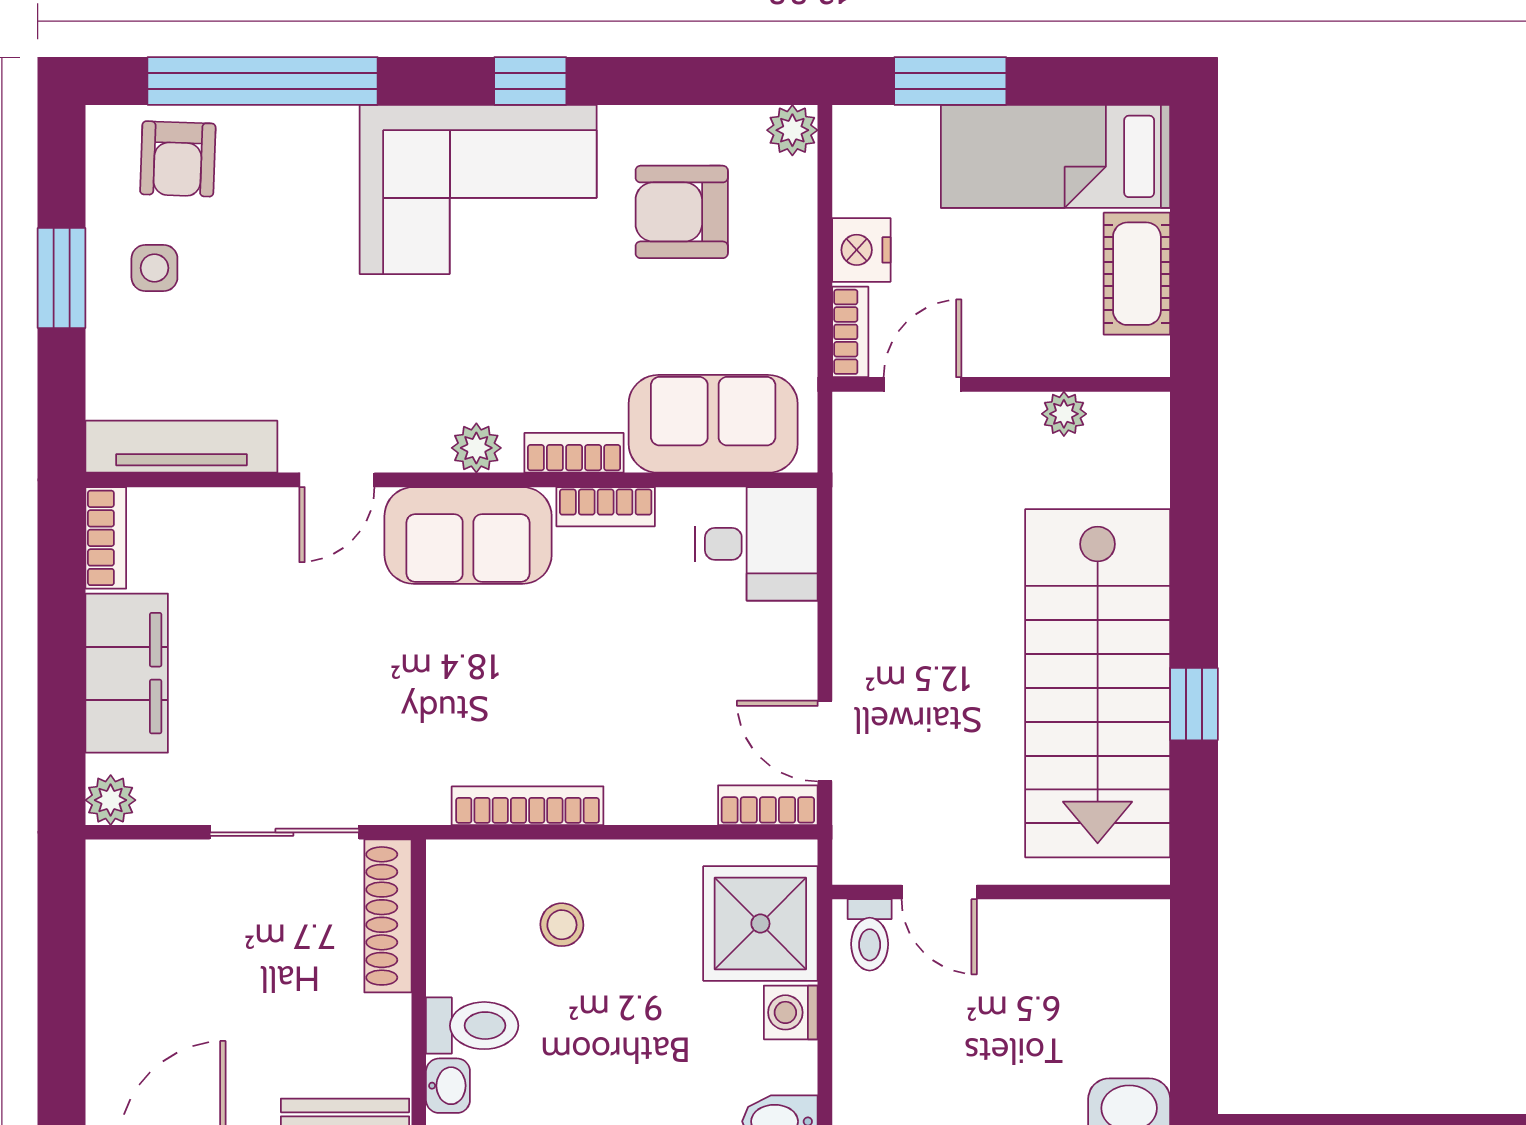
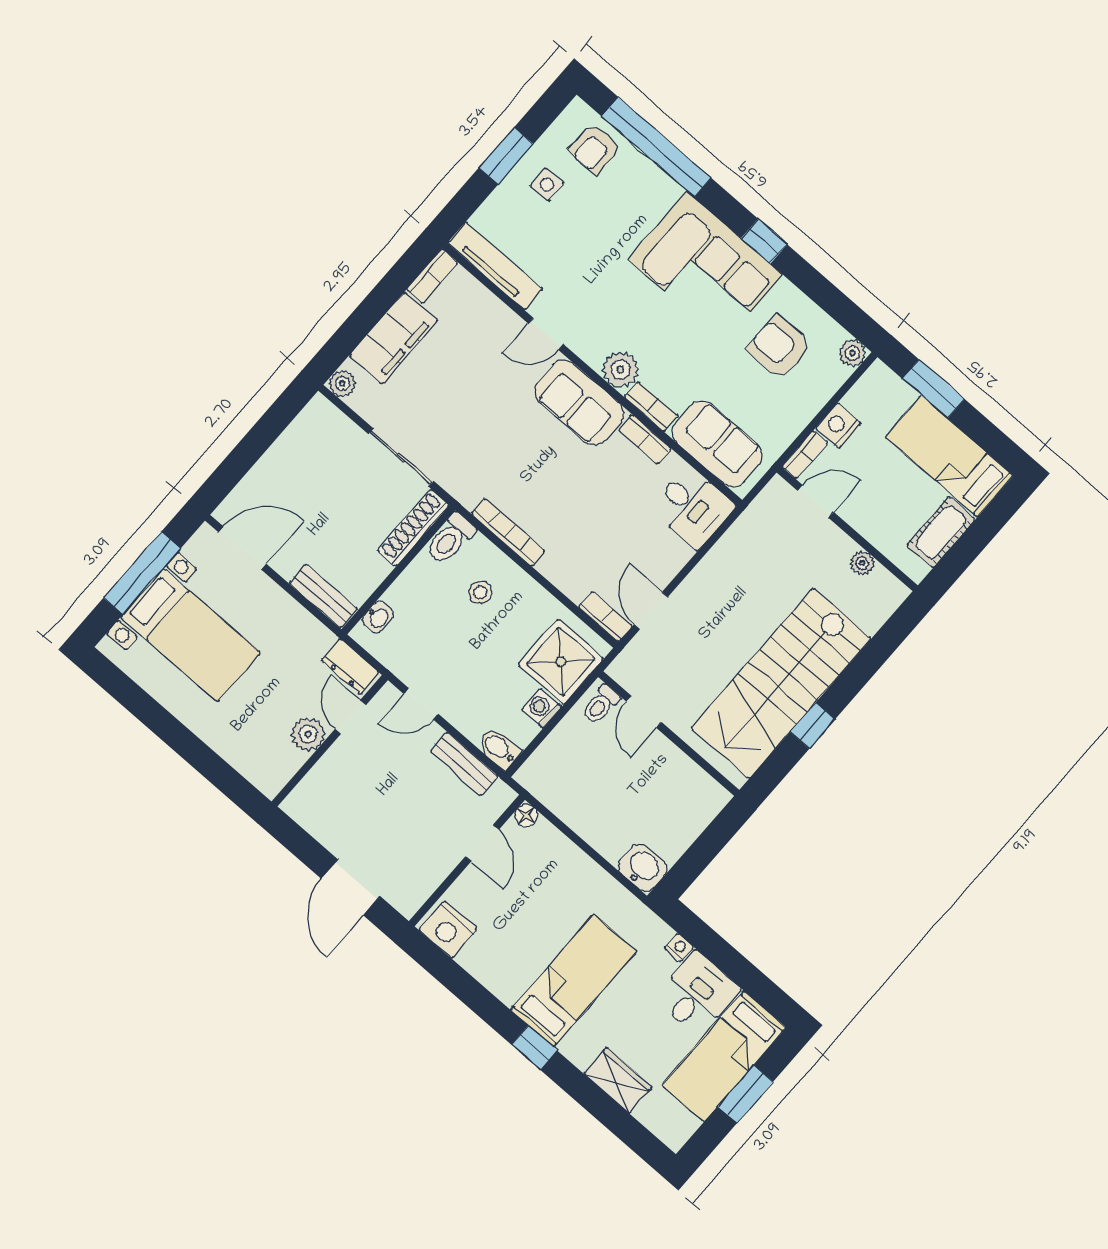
plant: (476, 448) -> (620, 370), width x1.38, depth x1.38
toilet: (472, 1026) -> (451, 539), moved, turned 90

